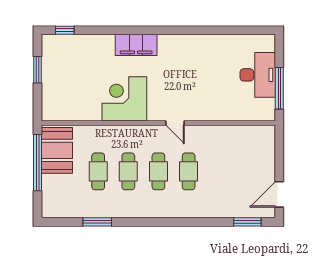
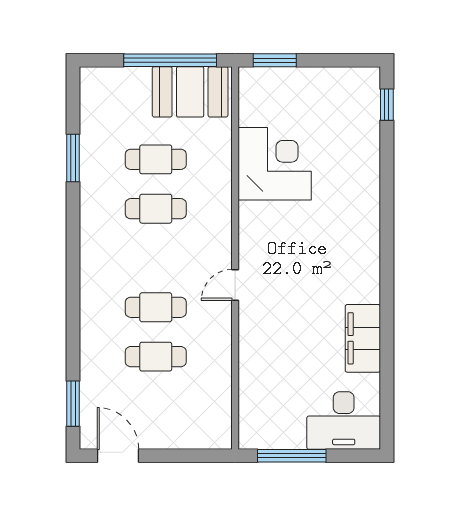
filing cabinet: (136, 45) -> (363, 338), moved
window: (38, 70) -> (275, 60), moved
desk: (258, 75) -> (344, 421), moved
corner desk: (124, 99) -> (275, 164), moved
cafe table: (158, 171) -> (156, 357), moved

